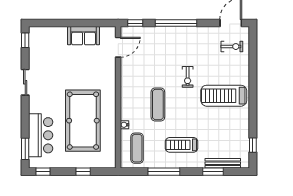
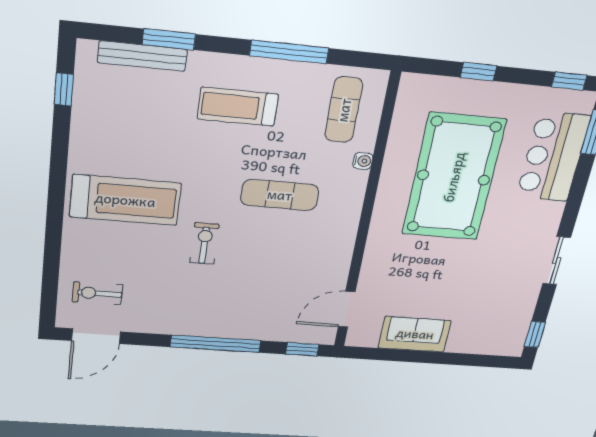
exercise mat: (158, 104) -> (280, 195), turned 90
treadmill: (182, 145) -> (238, 107), turned 180

